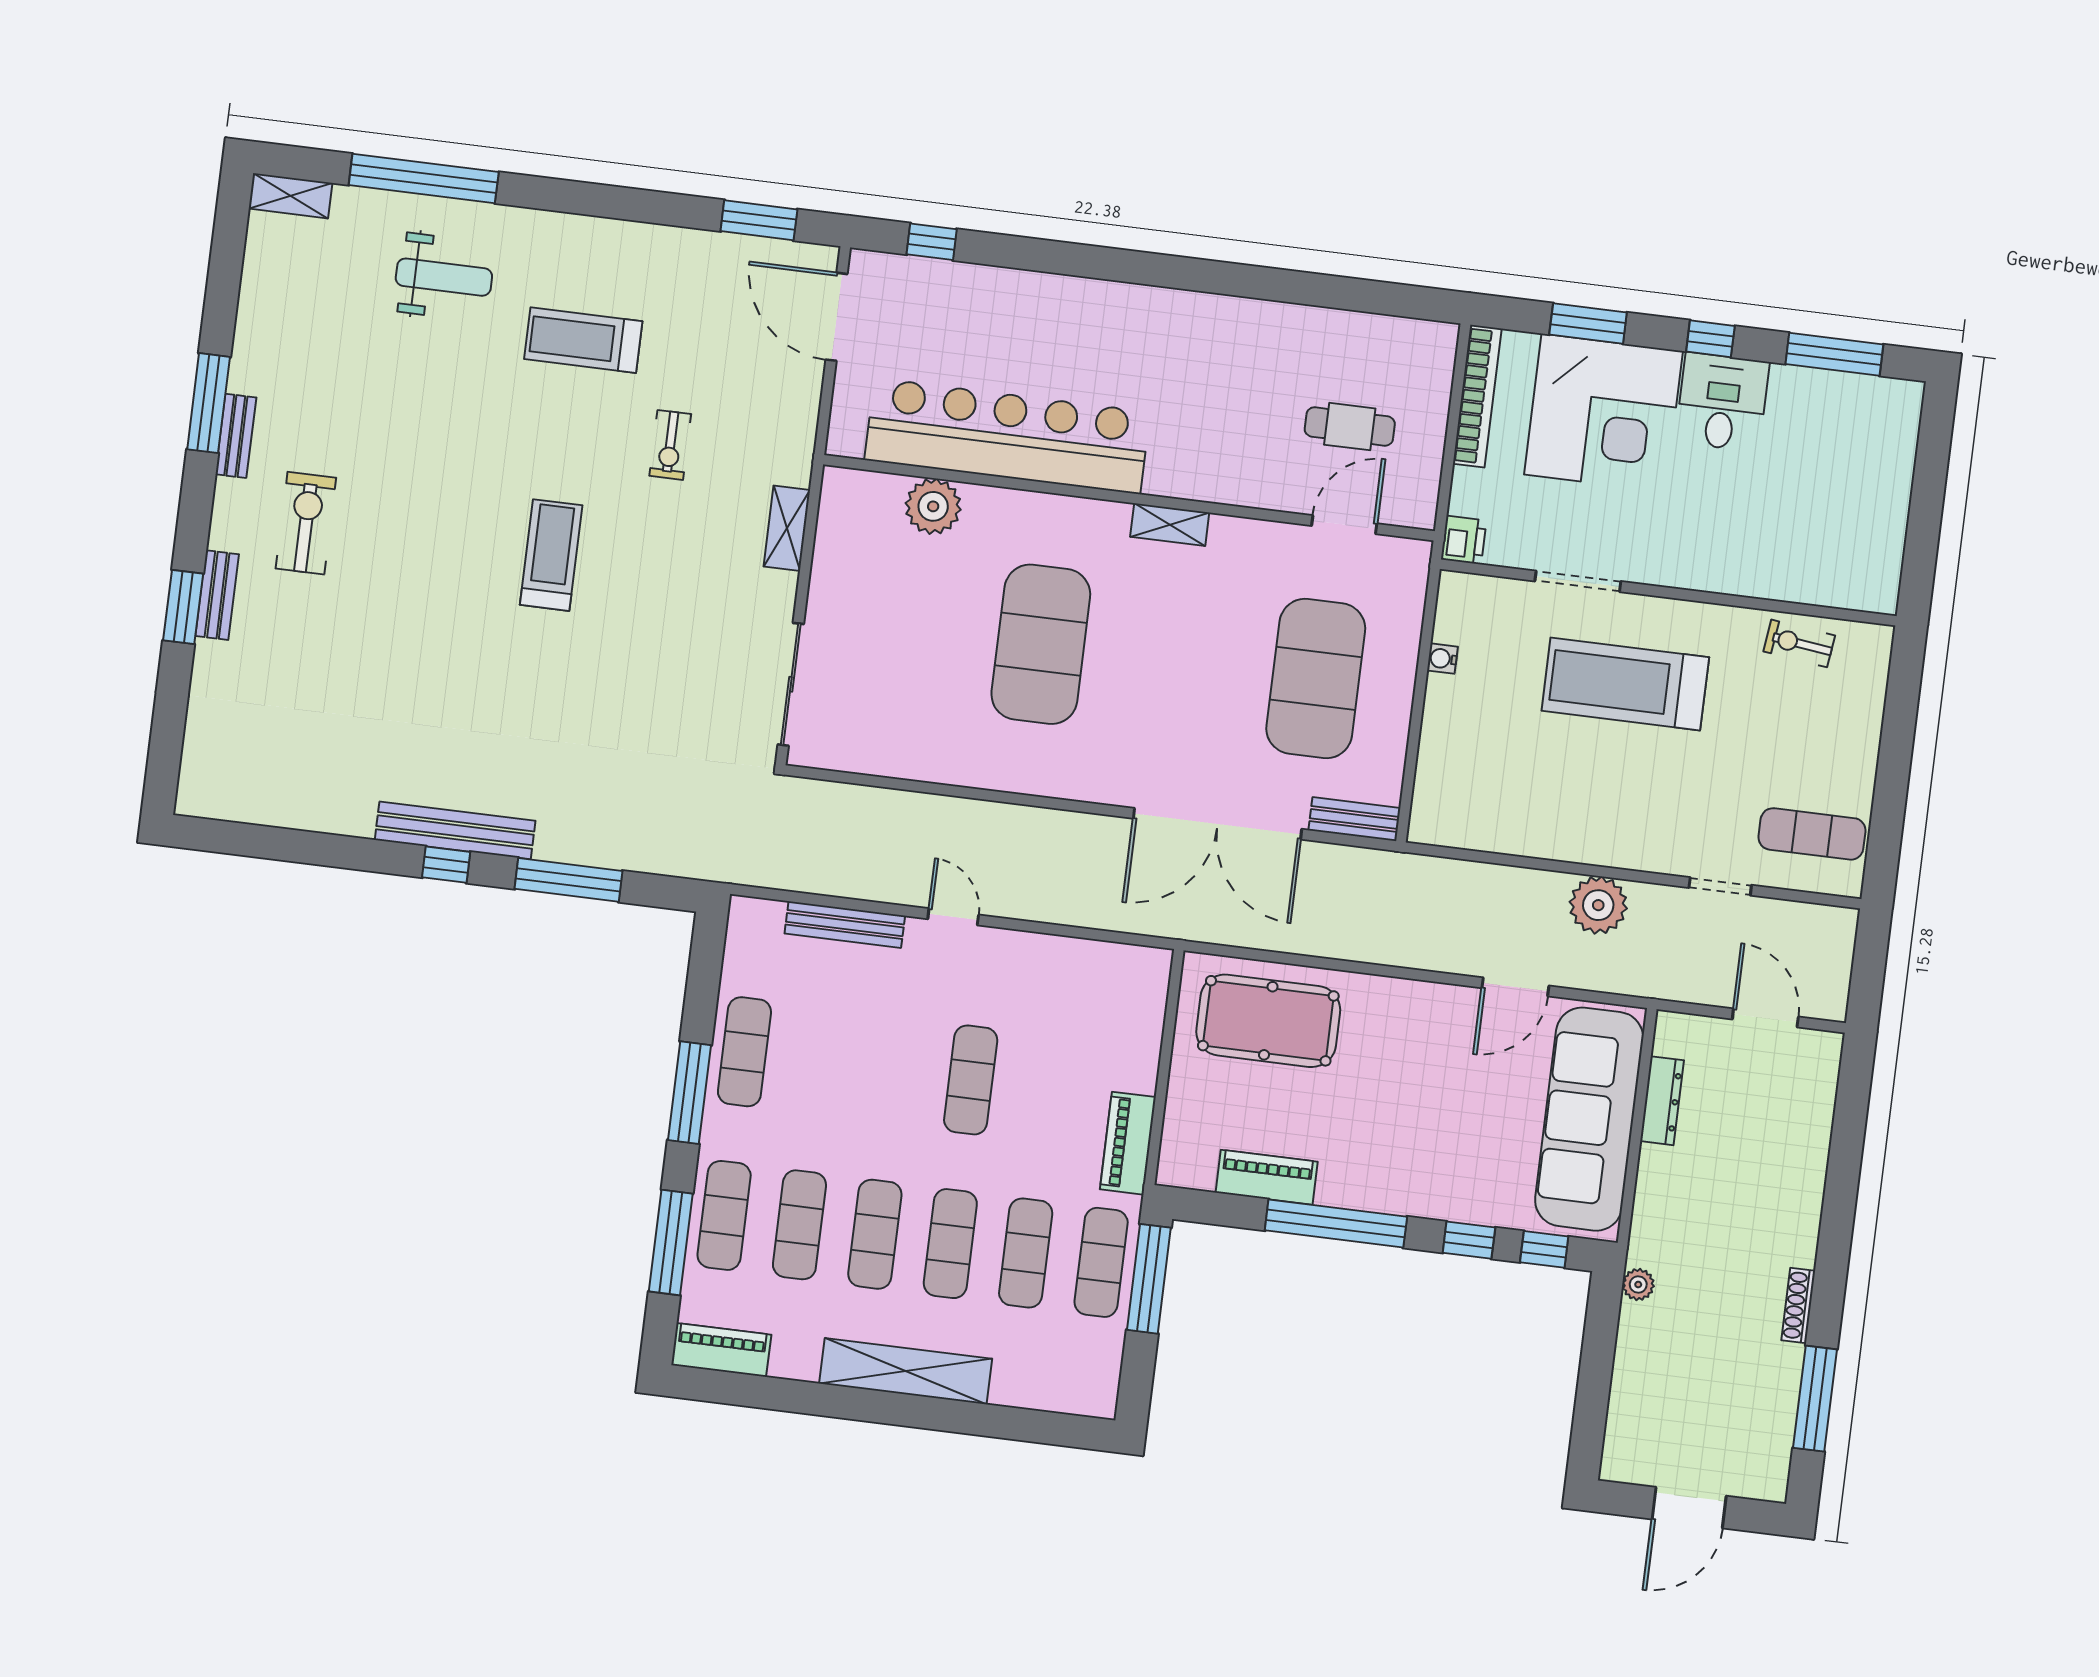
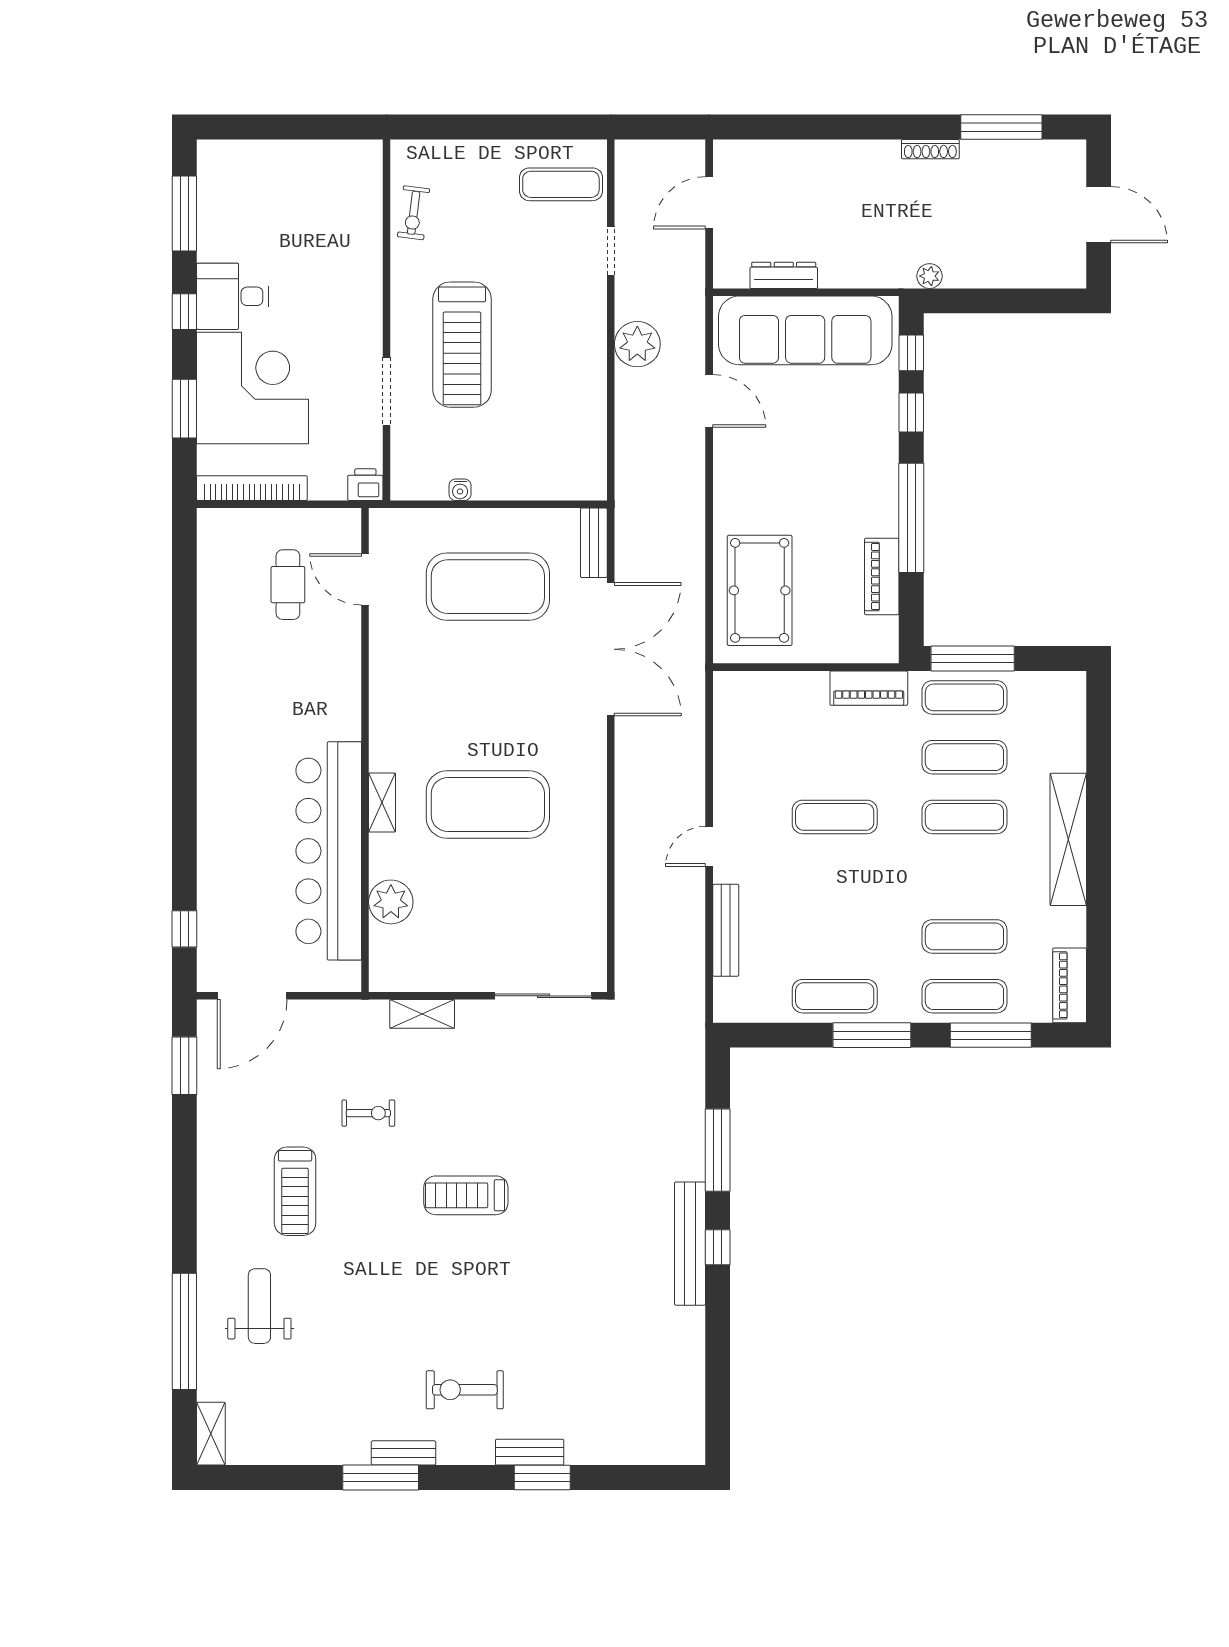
shelving: (1170, 525) -> (382, 802), moved
exercise mat: (1812, 834) -> (561, 184), turned 90
exercise mat: (875, 1234) -> (964, 877), removed

